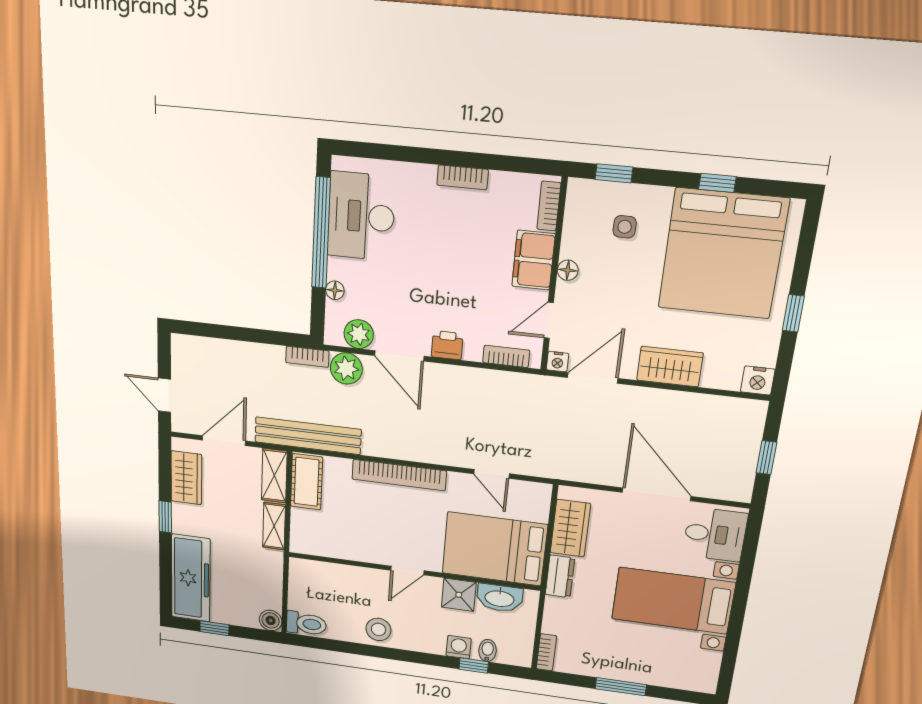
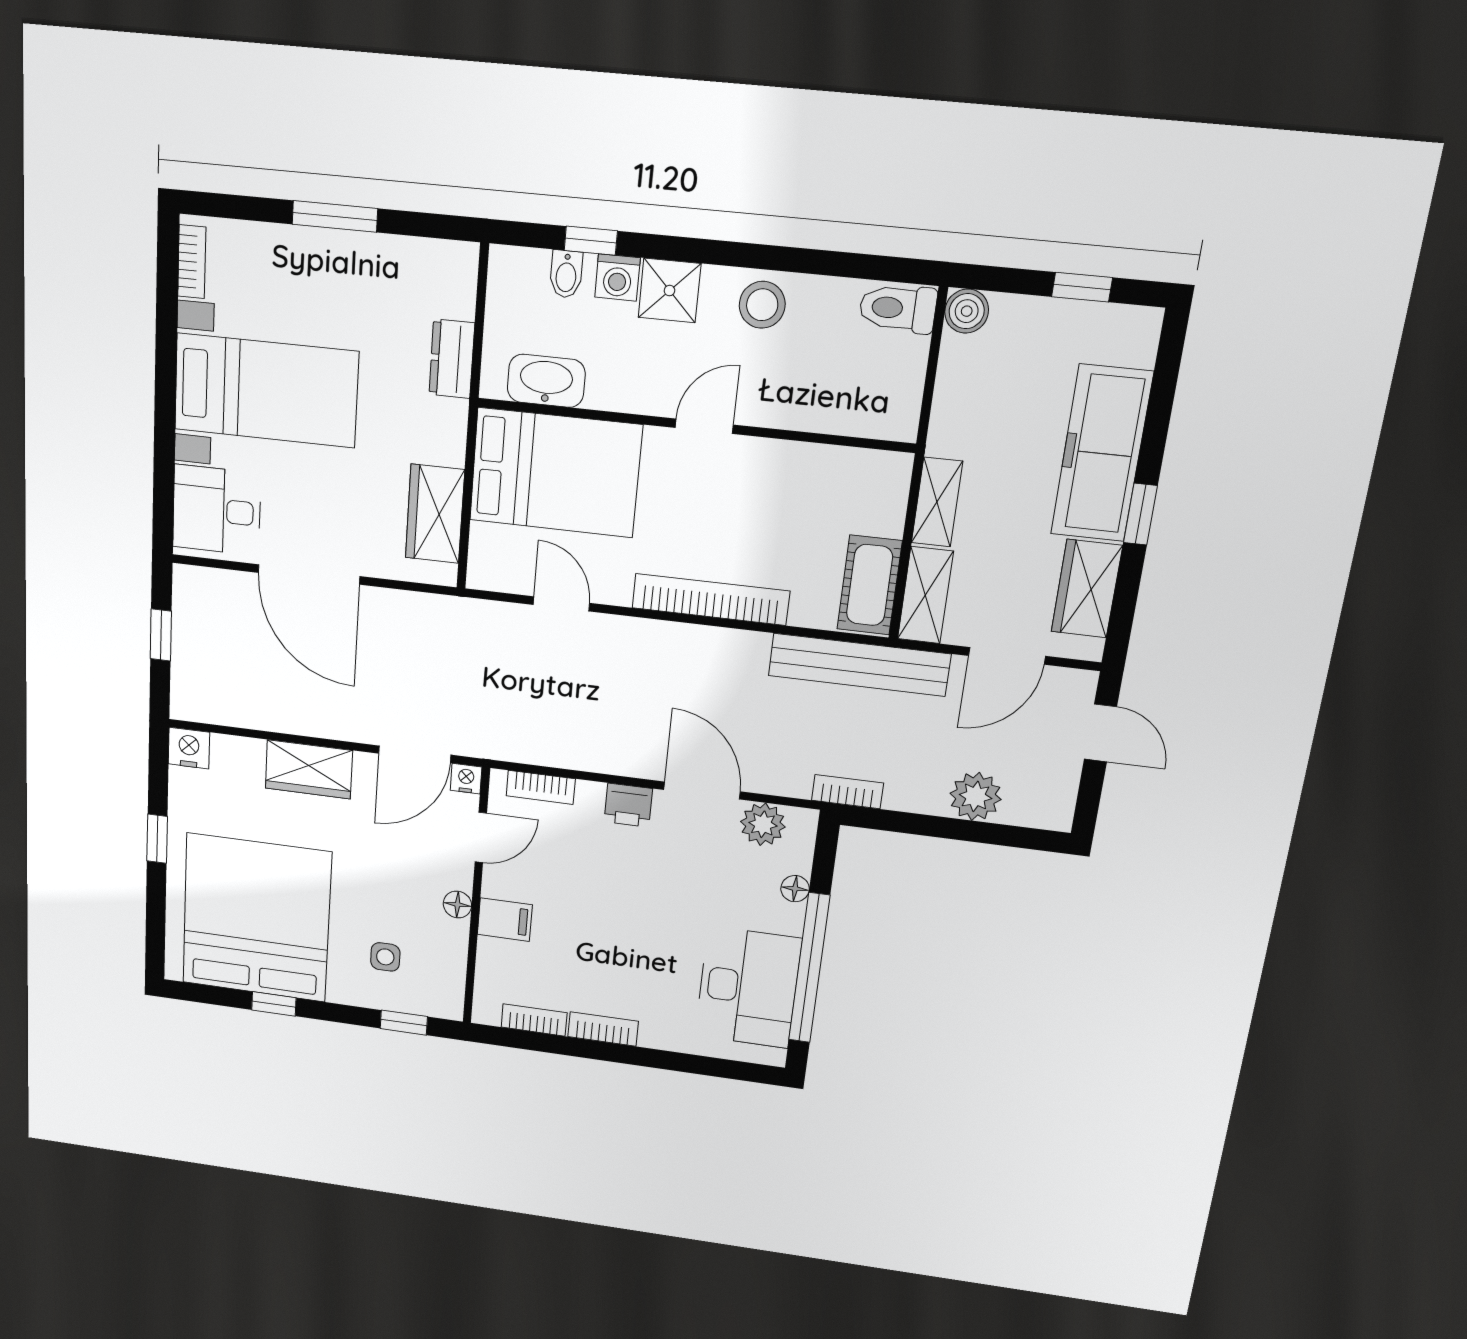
bookcase: (549, 206) -> (534, 1020), moved, turned -90
filing cabinet: (533, 260) -> (505, 920), width x0.50
plant: (346, 368) -> (976, 796), moved
dresser: (560, 576) -> (452, 359), moved
freezer: (191, 578) -> (1102, 454), moved
shower: (459, 595) -> (669, 291), moved
bookcase: (546, 652) -> (192, 262), moved, turned 180

